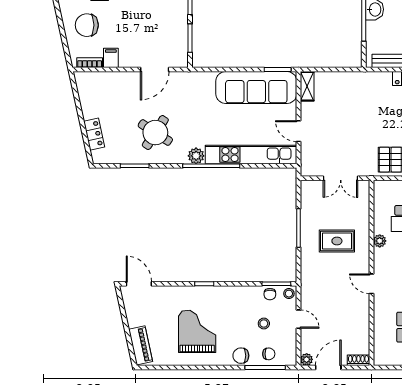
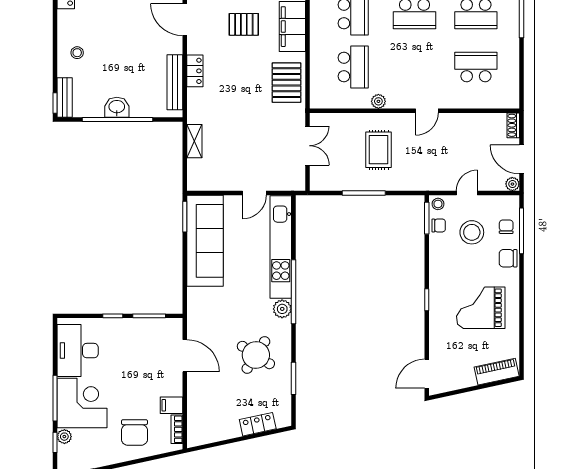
shelving: (307, 86) -> (194, 141), moved, turned 90
stool: (264, 324) -> (472, 232), width x1.89, depth x1.89
chair: (241, 356) -> (508, 258), turned 90

